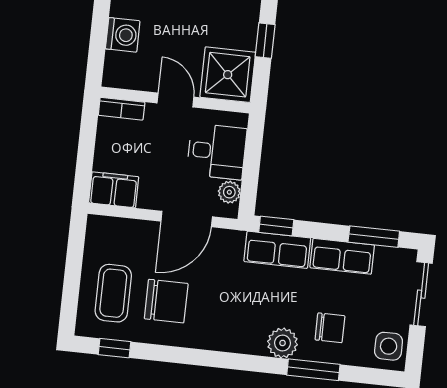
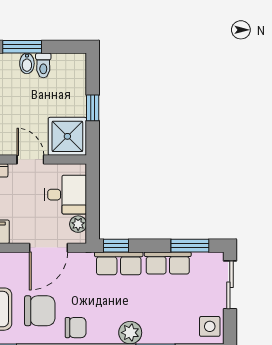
chair: (330, 328) -> (76, 328), moved

